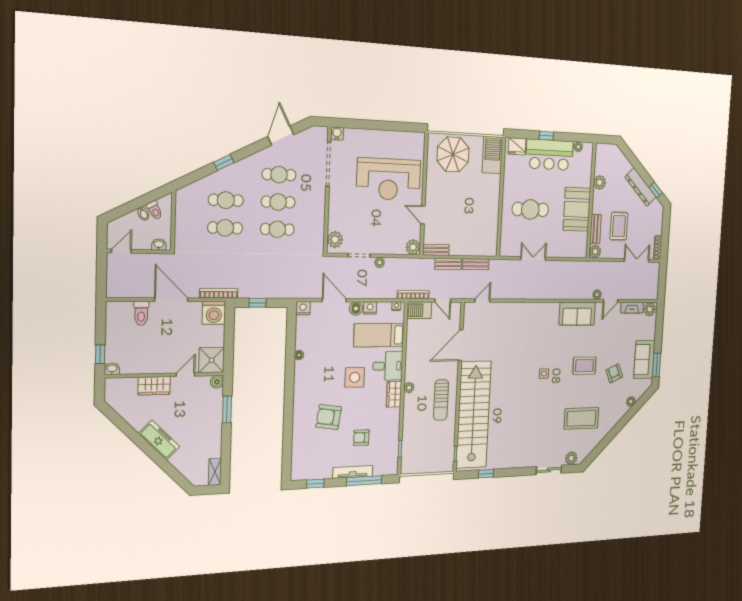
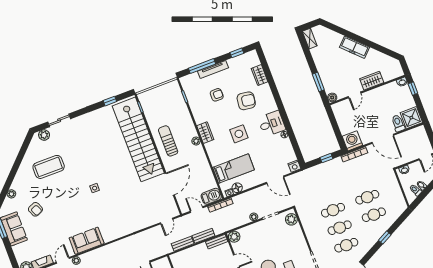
nightstand: (370, 308) -> (248, 184), removed
floor lamp: (356, 309) -> (237, 188), moved
shower: (212, 360) -> (411, 118), moved
desk: (388, 366) -> (272, 124), moved, turned 180
rug: (584, 366) -> (64, 206), removed
wardrobe: (299, 445) -> (260, 75), added

